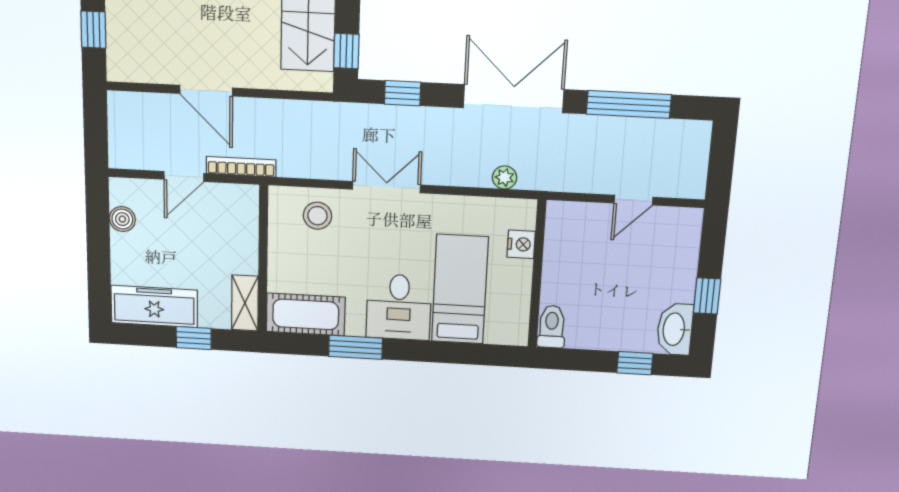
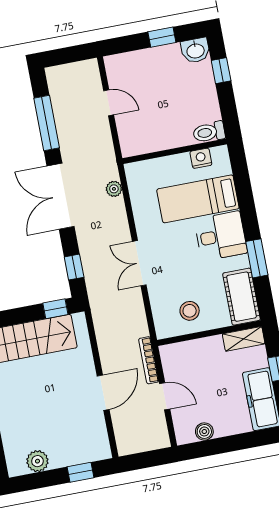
stool: (317, 216) -> (190, 311), moved
nightstand: (521, 244) -> (201, 158), moved
washbasin: (675, 329) -> (195, 50), width x0.72

